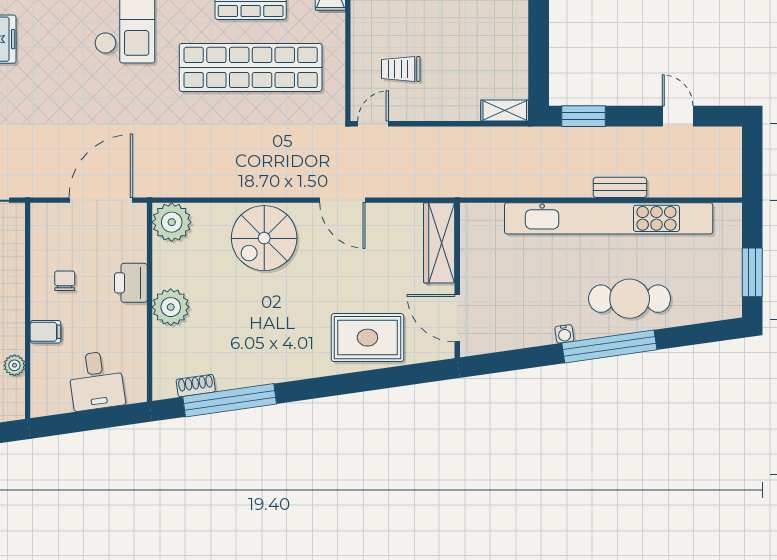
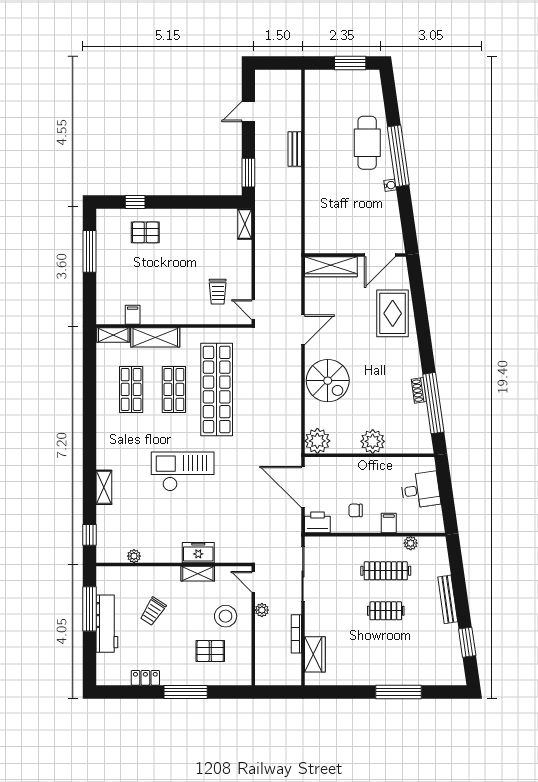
kitchen unit: (609, 218) -> (315, 156), removed
printer: (131, 283) -> (317, 522), moved, turned 180
shoe rack: (196, 386) -> (419, 390), moved

